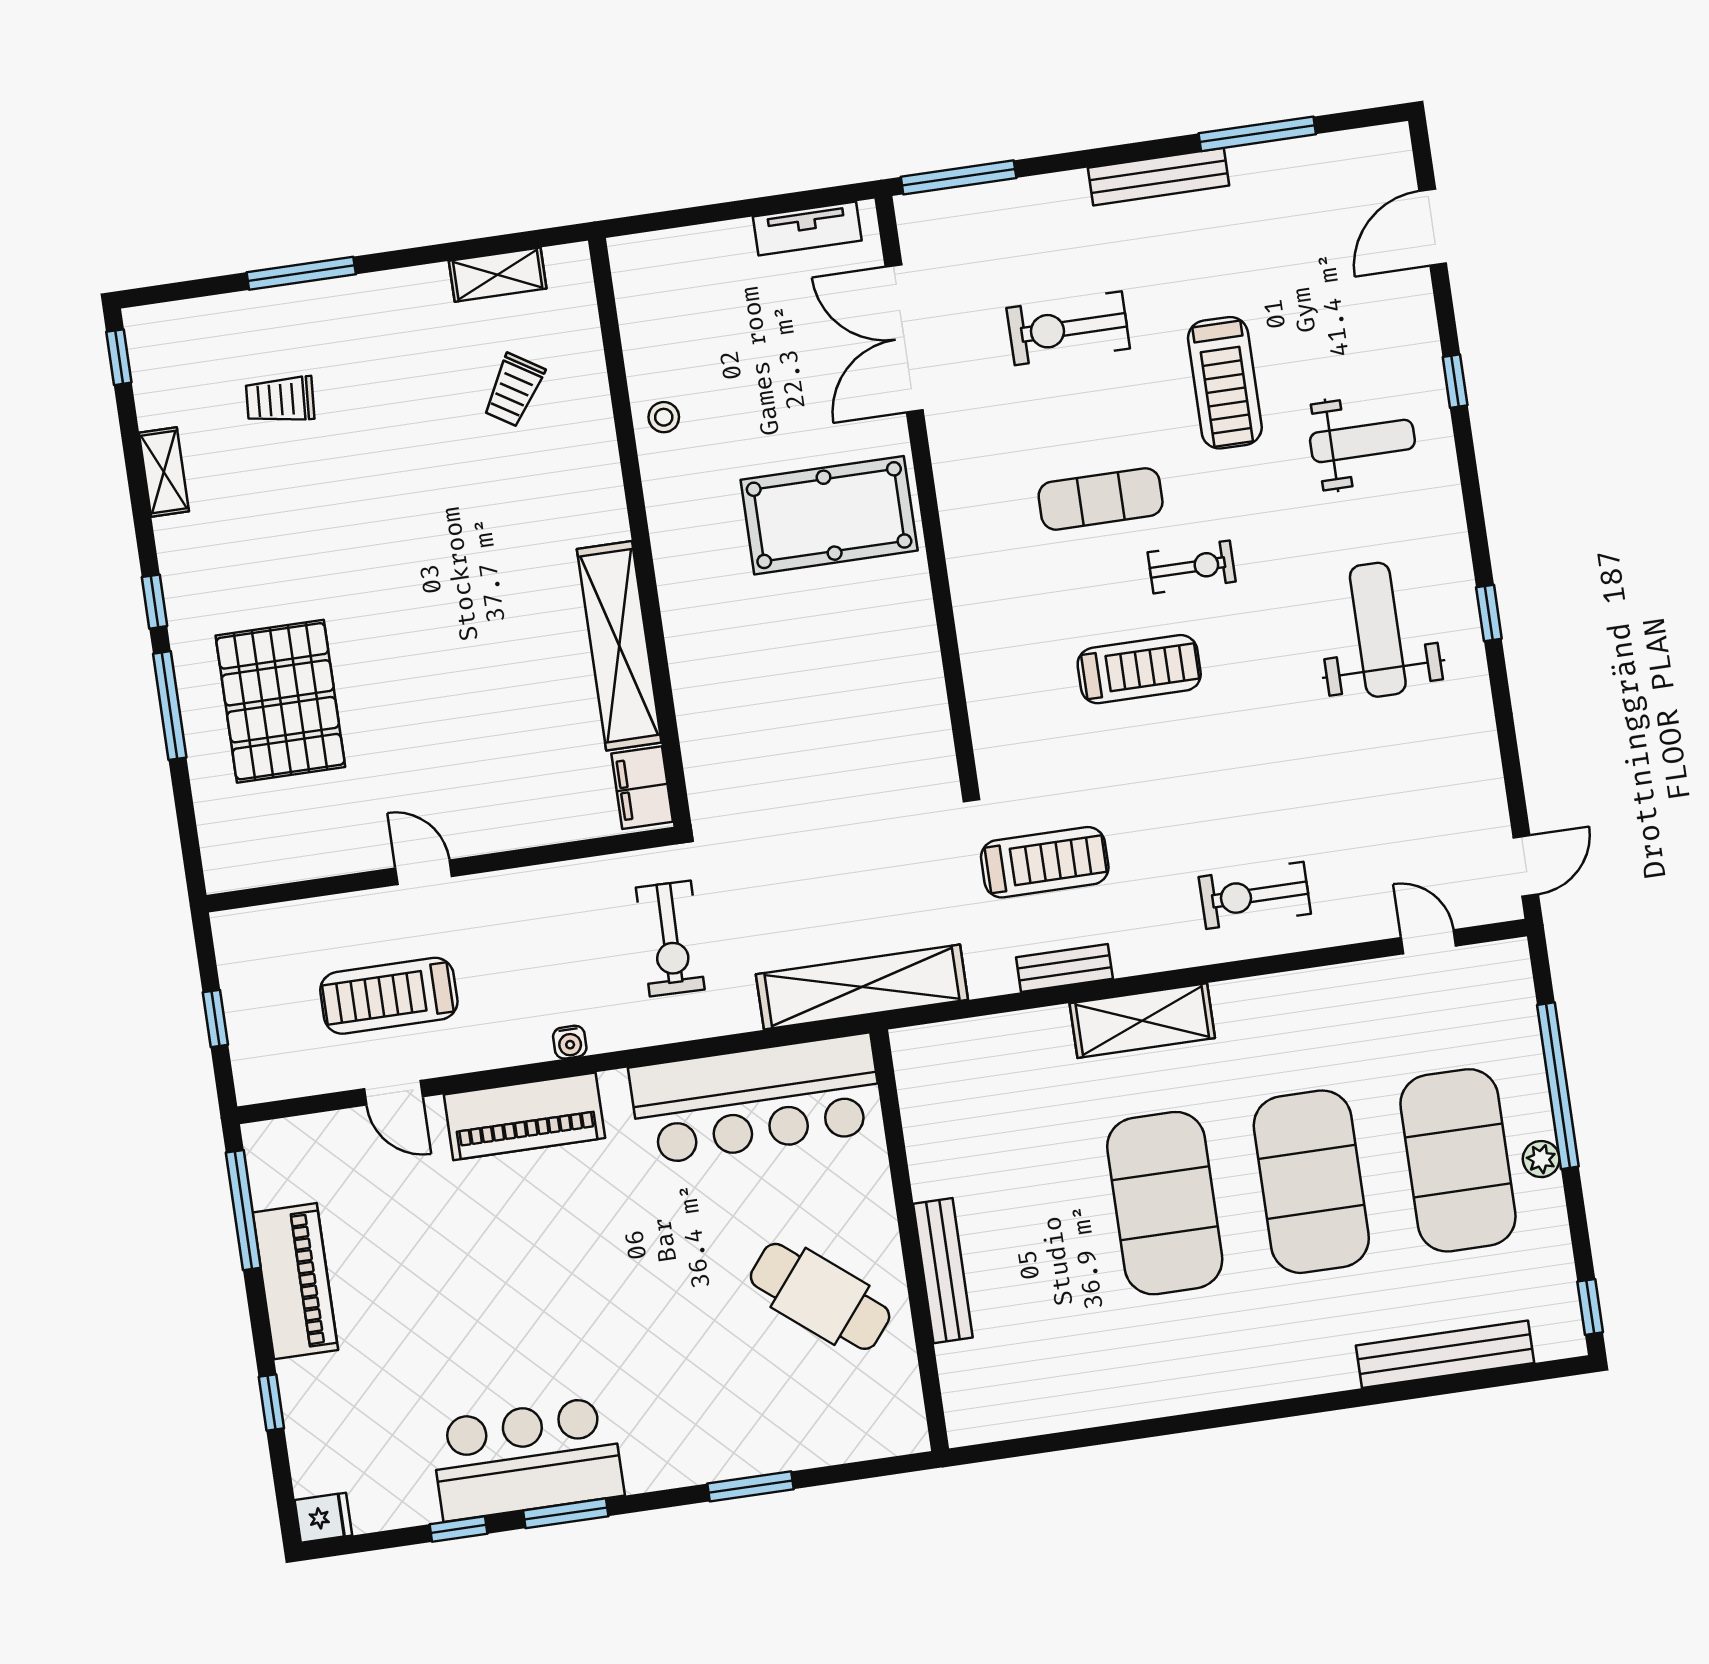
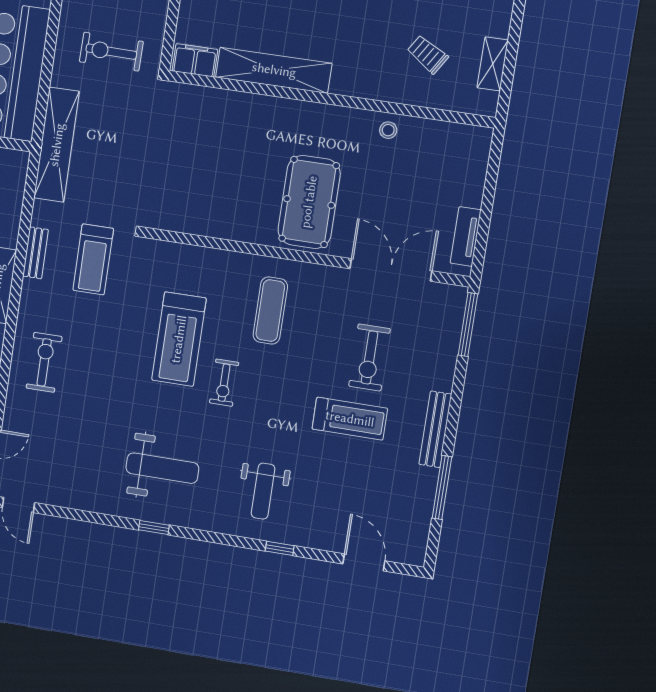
exercise bike: (1068, 328) -> (370, 357), turned 180
treadmill: (1225, 383) -> (350, 419), moved, turned 180
exercise mat: (1101, 499) -> (270, 311), moved
treadmill: (1139, 669) -> (179, 339), width x1.37, depth x1.38

